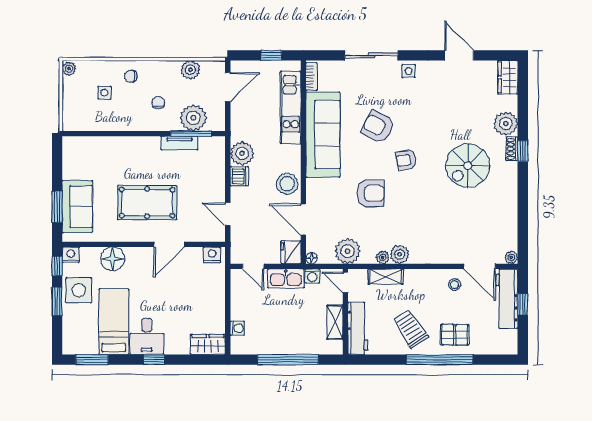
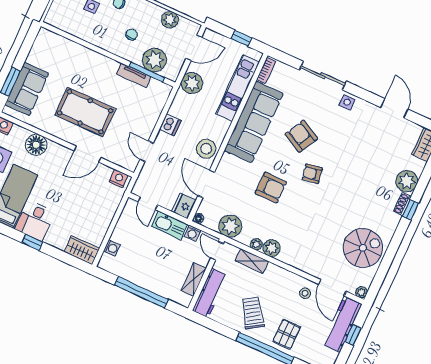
plant: (242, 153) -> (192, 83), moved
spiral stairs: (468, 166) -> (363, 248), moved, turned 180
pallet: (455, 335) -> (287, 334), turned 90

